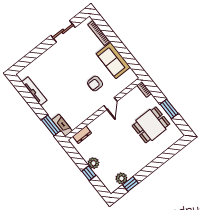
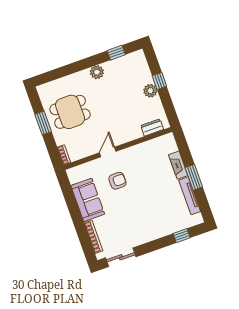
sliding door: (63, 31) -> (121, 257), moved
window: (30, 58) -> (182, 236), added
window: (51, 125) -> (194, 177), moved
fireplace: (62, 125) -> (178, 165), moved
plant: (122, 178) -> (97, 72), moved

